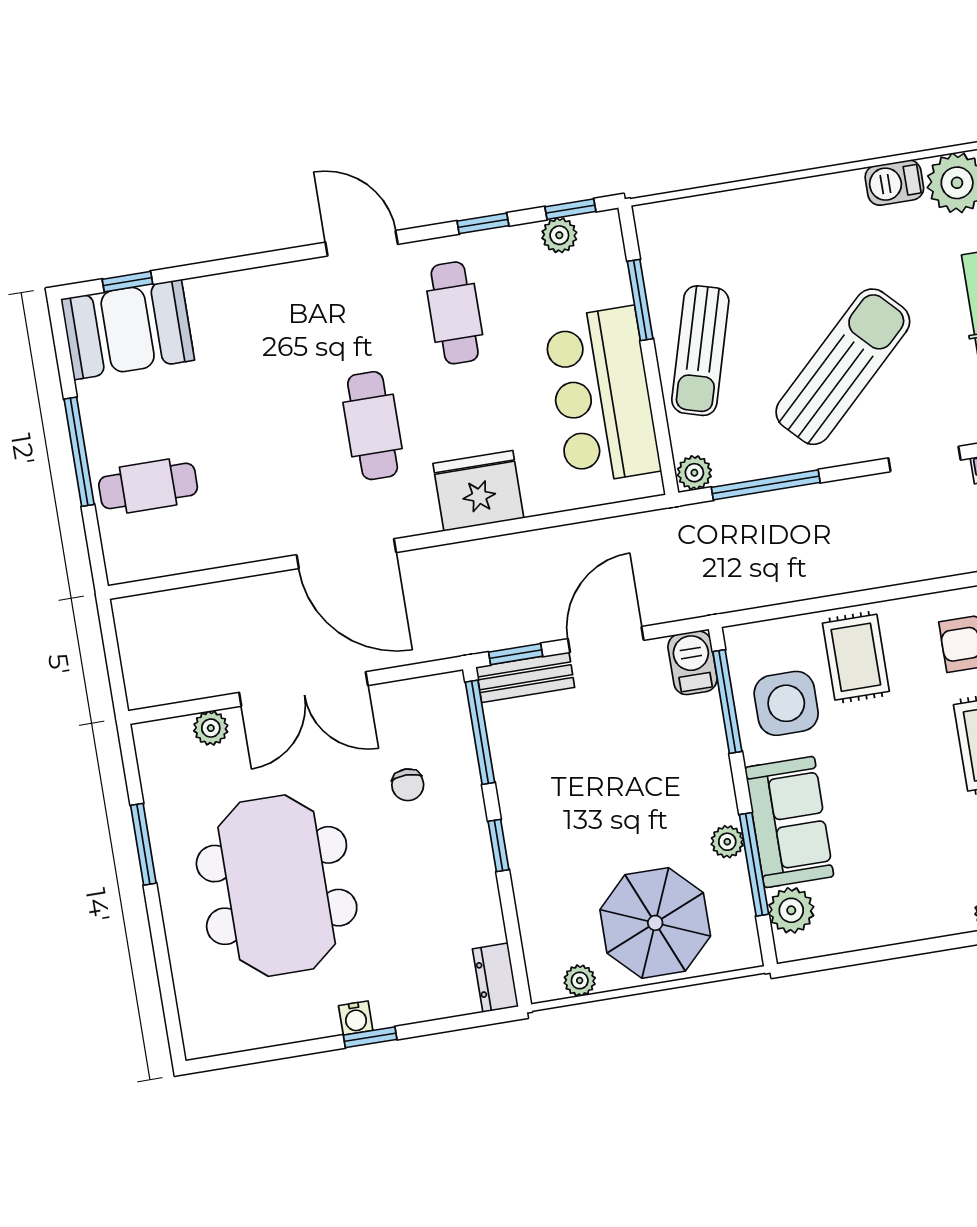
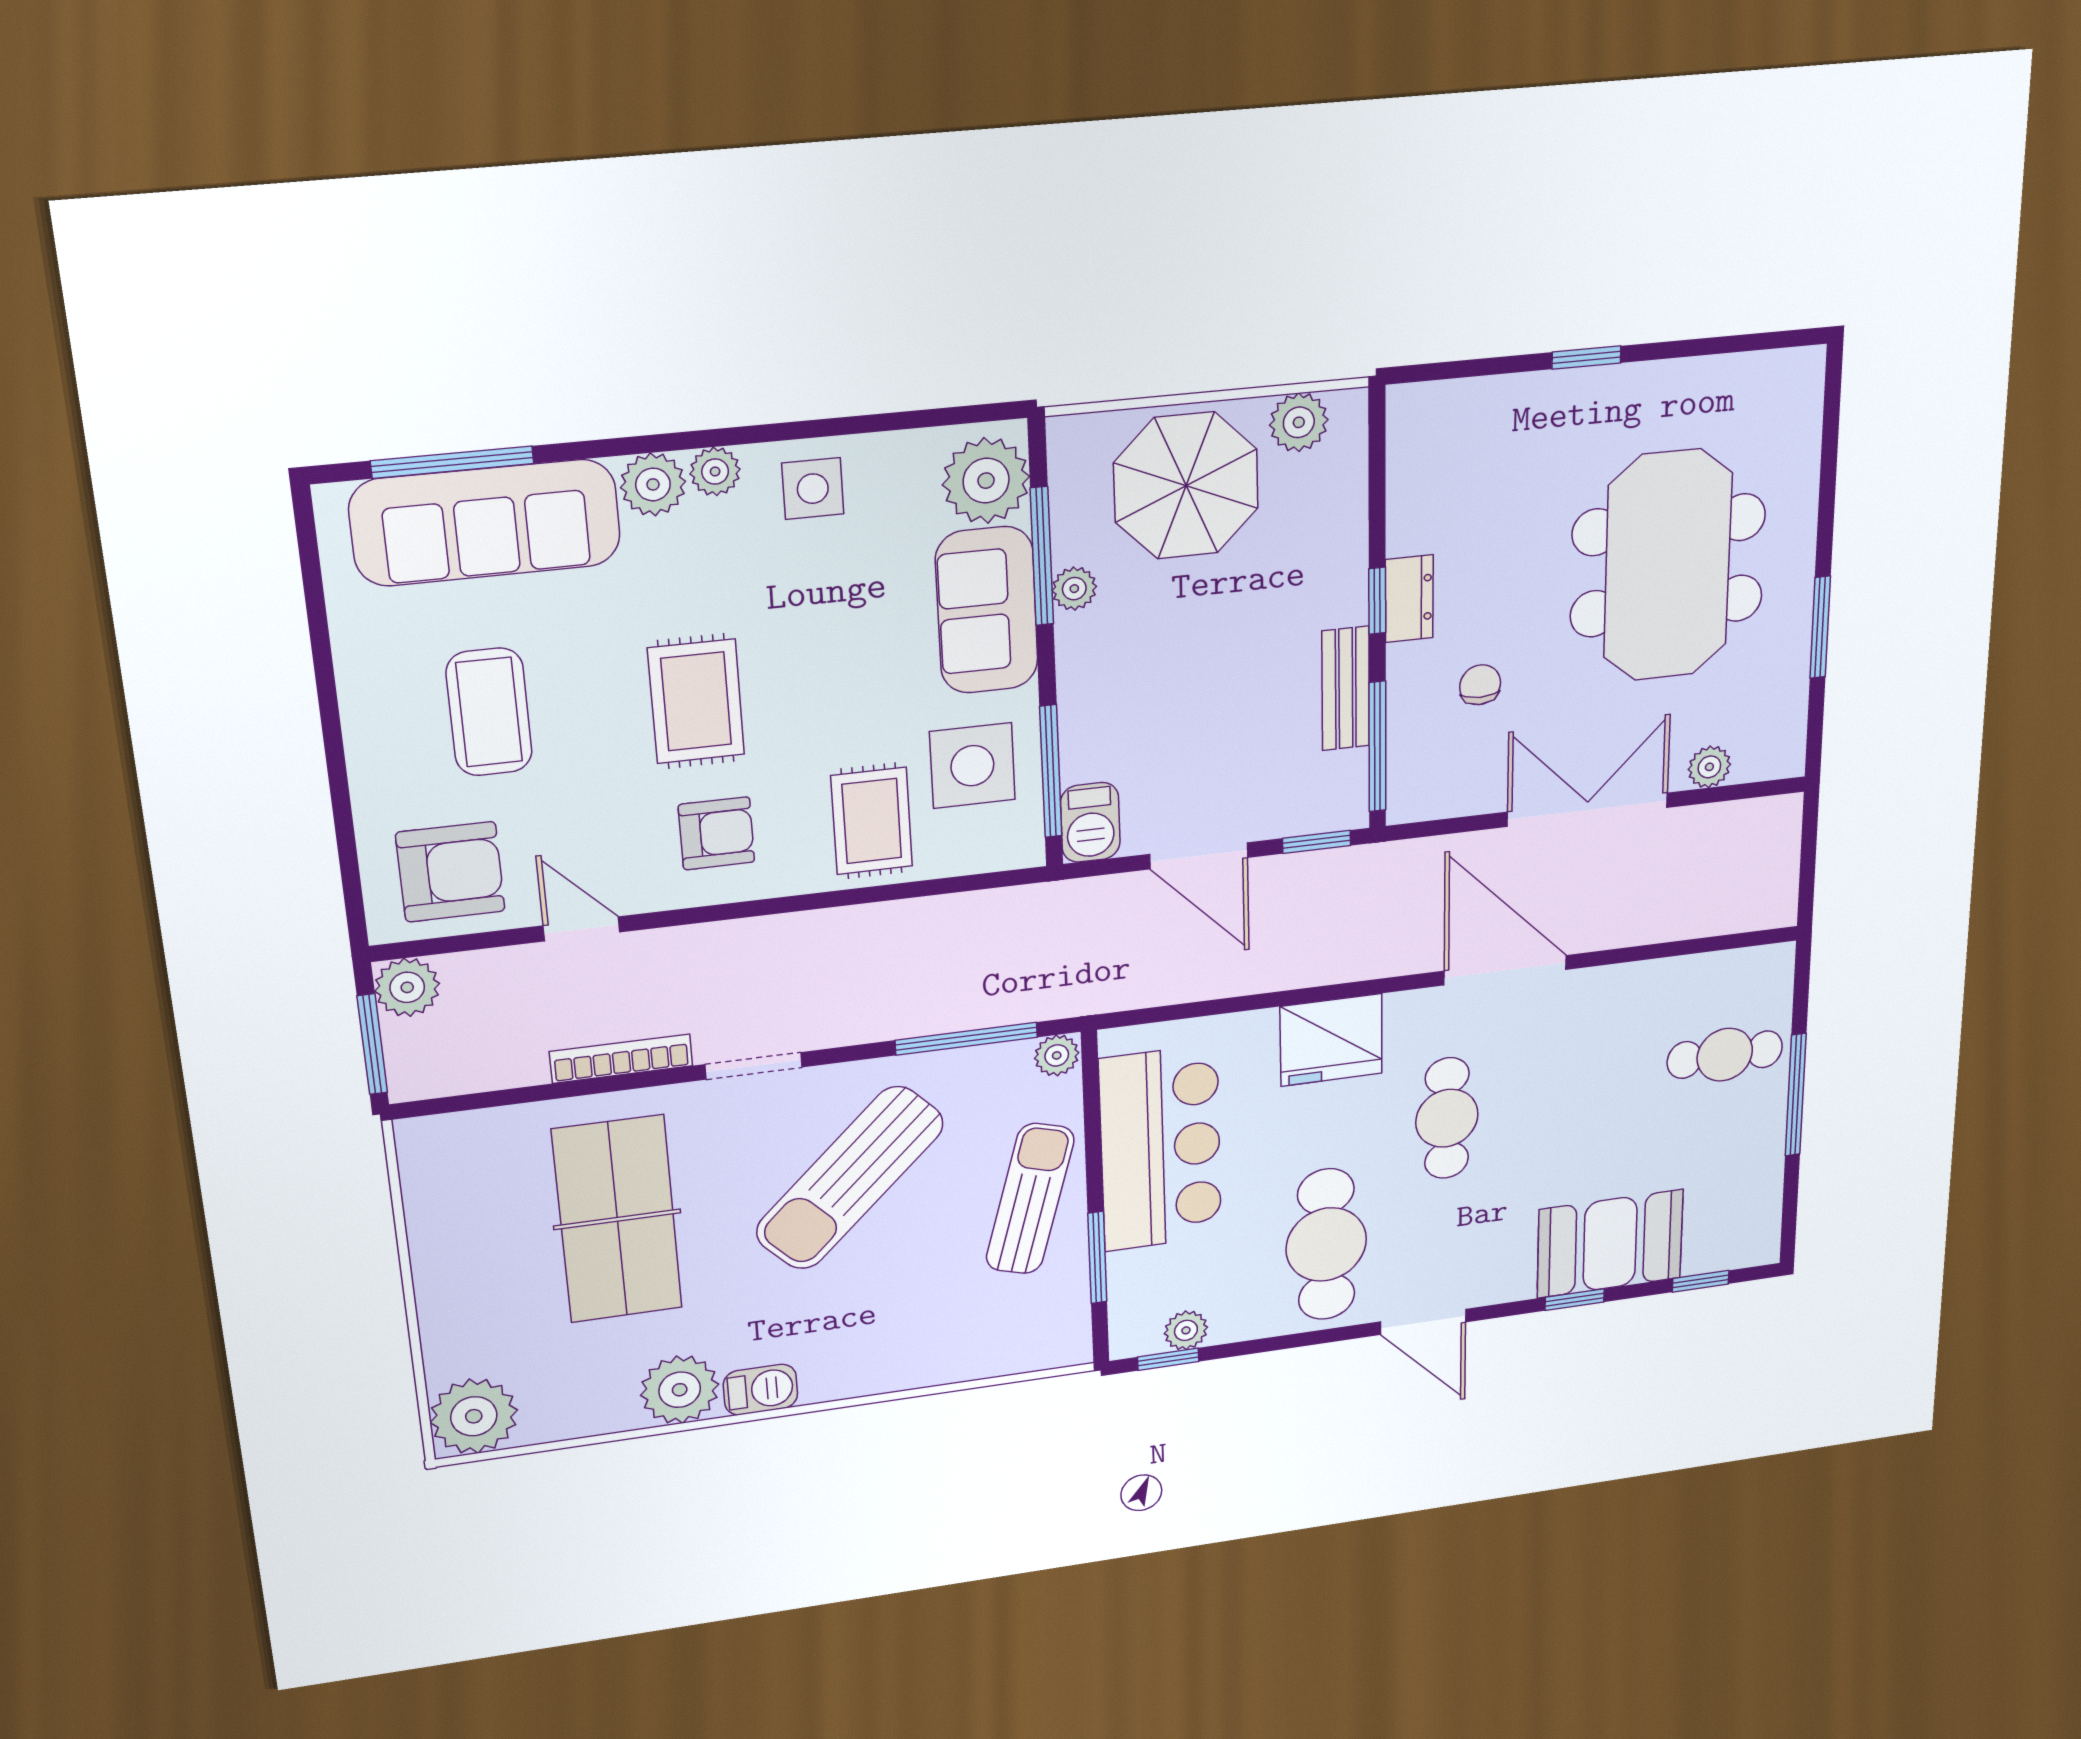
window: (483, 223) -> (1575, 1300), moved
cafe table: (455, 313) -> (1326, 1244), width x1.37, depth x1.35
booth: (128, 330) -> (1610, 1244), moved
door: (606, 639) -> (1199, 856), hinge flipped
bench: (525, 677) -> (1346, 689), moved, turned 90
side table: (923, 904) -> (813, 489), added
plant: (791, 910) -> (986, 481), width x1.36, depth x1.36
dresser: (495, 978) -> (1409, 599), moved
plant: (580, 981) -> (1299, 422), width x1.38, depth x1.38
water cooler: (356, 1018) -> (1600, 385), removed

